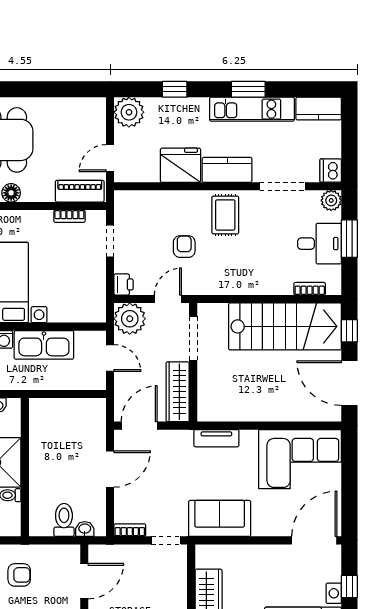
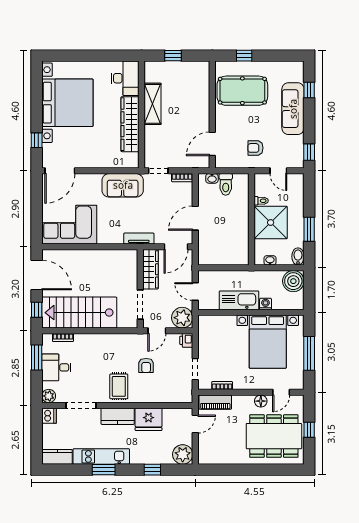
window: (349, 239) -> (37, 358), moved
tv unit: (216, 438) -> (139, 239), moved

